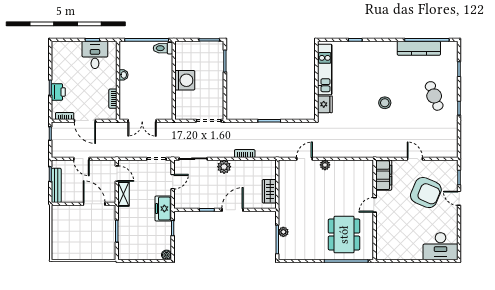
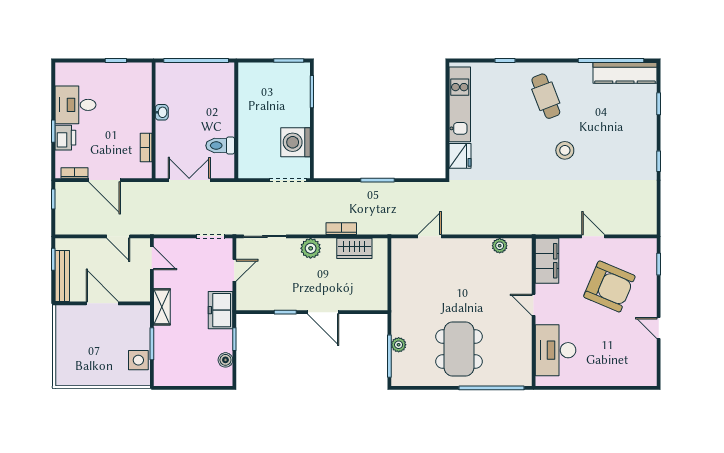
toilet: (163, 48) -> (220, 146), moved
kitchen counter: (419, 48) -> (625, 73), moved
desk: (95, 55) -> (75, 105), moved, turned -90
washing machine: (185, 80) -> (296, 142), moved, turned 180
cafe table: (434, 96) -> (546, 96), moved
stool: (385, 103) -> (565, 150), moved
double door: (142, 121) -> (189, 180), swing flipped
door: (81, 159) -> (118, 236), moved
plant: (325, 165) -> (500, 246), moved
wardrobe: (269, 191) -> (354, 248), moved, turned -90
shelving: (124, 194) -> (162, 307), moved
door: (459, 198) -> (659, 328), moved
door: (94, 204) -> (102, 303), moved
door: (375, 205) -> (534, 305), hinge flipped
door: (232, 210) -> (323, 312), swing flipped
dining table: (344, 235) -> (459, 349), moved
side table: (108, 242) -> (138, 360), added
desk: (441, 246) -> (556, 350), moved, turned 90
boiler: (167, 255) -> (225, 360), moved

